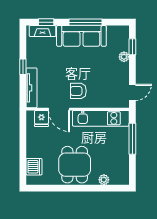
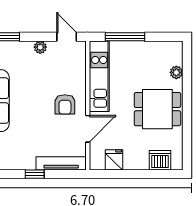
plant: (124, 57) -> (40, 47), moved
fridge: (41, 118) -> (114, 160), moved, turned -90

